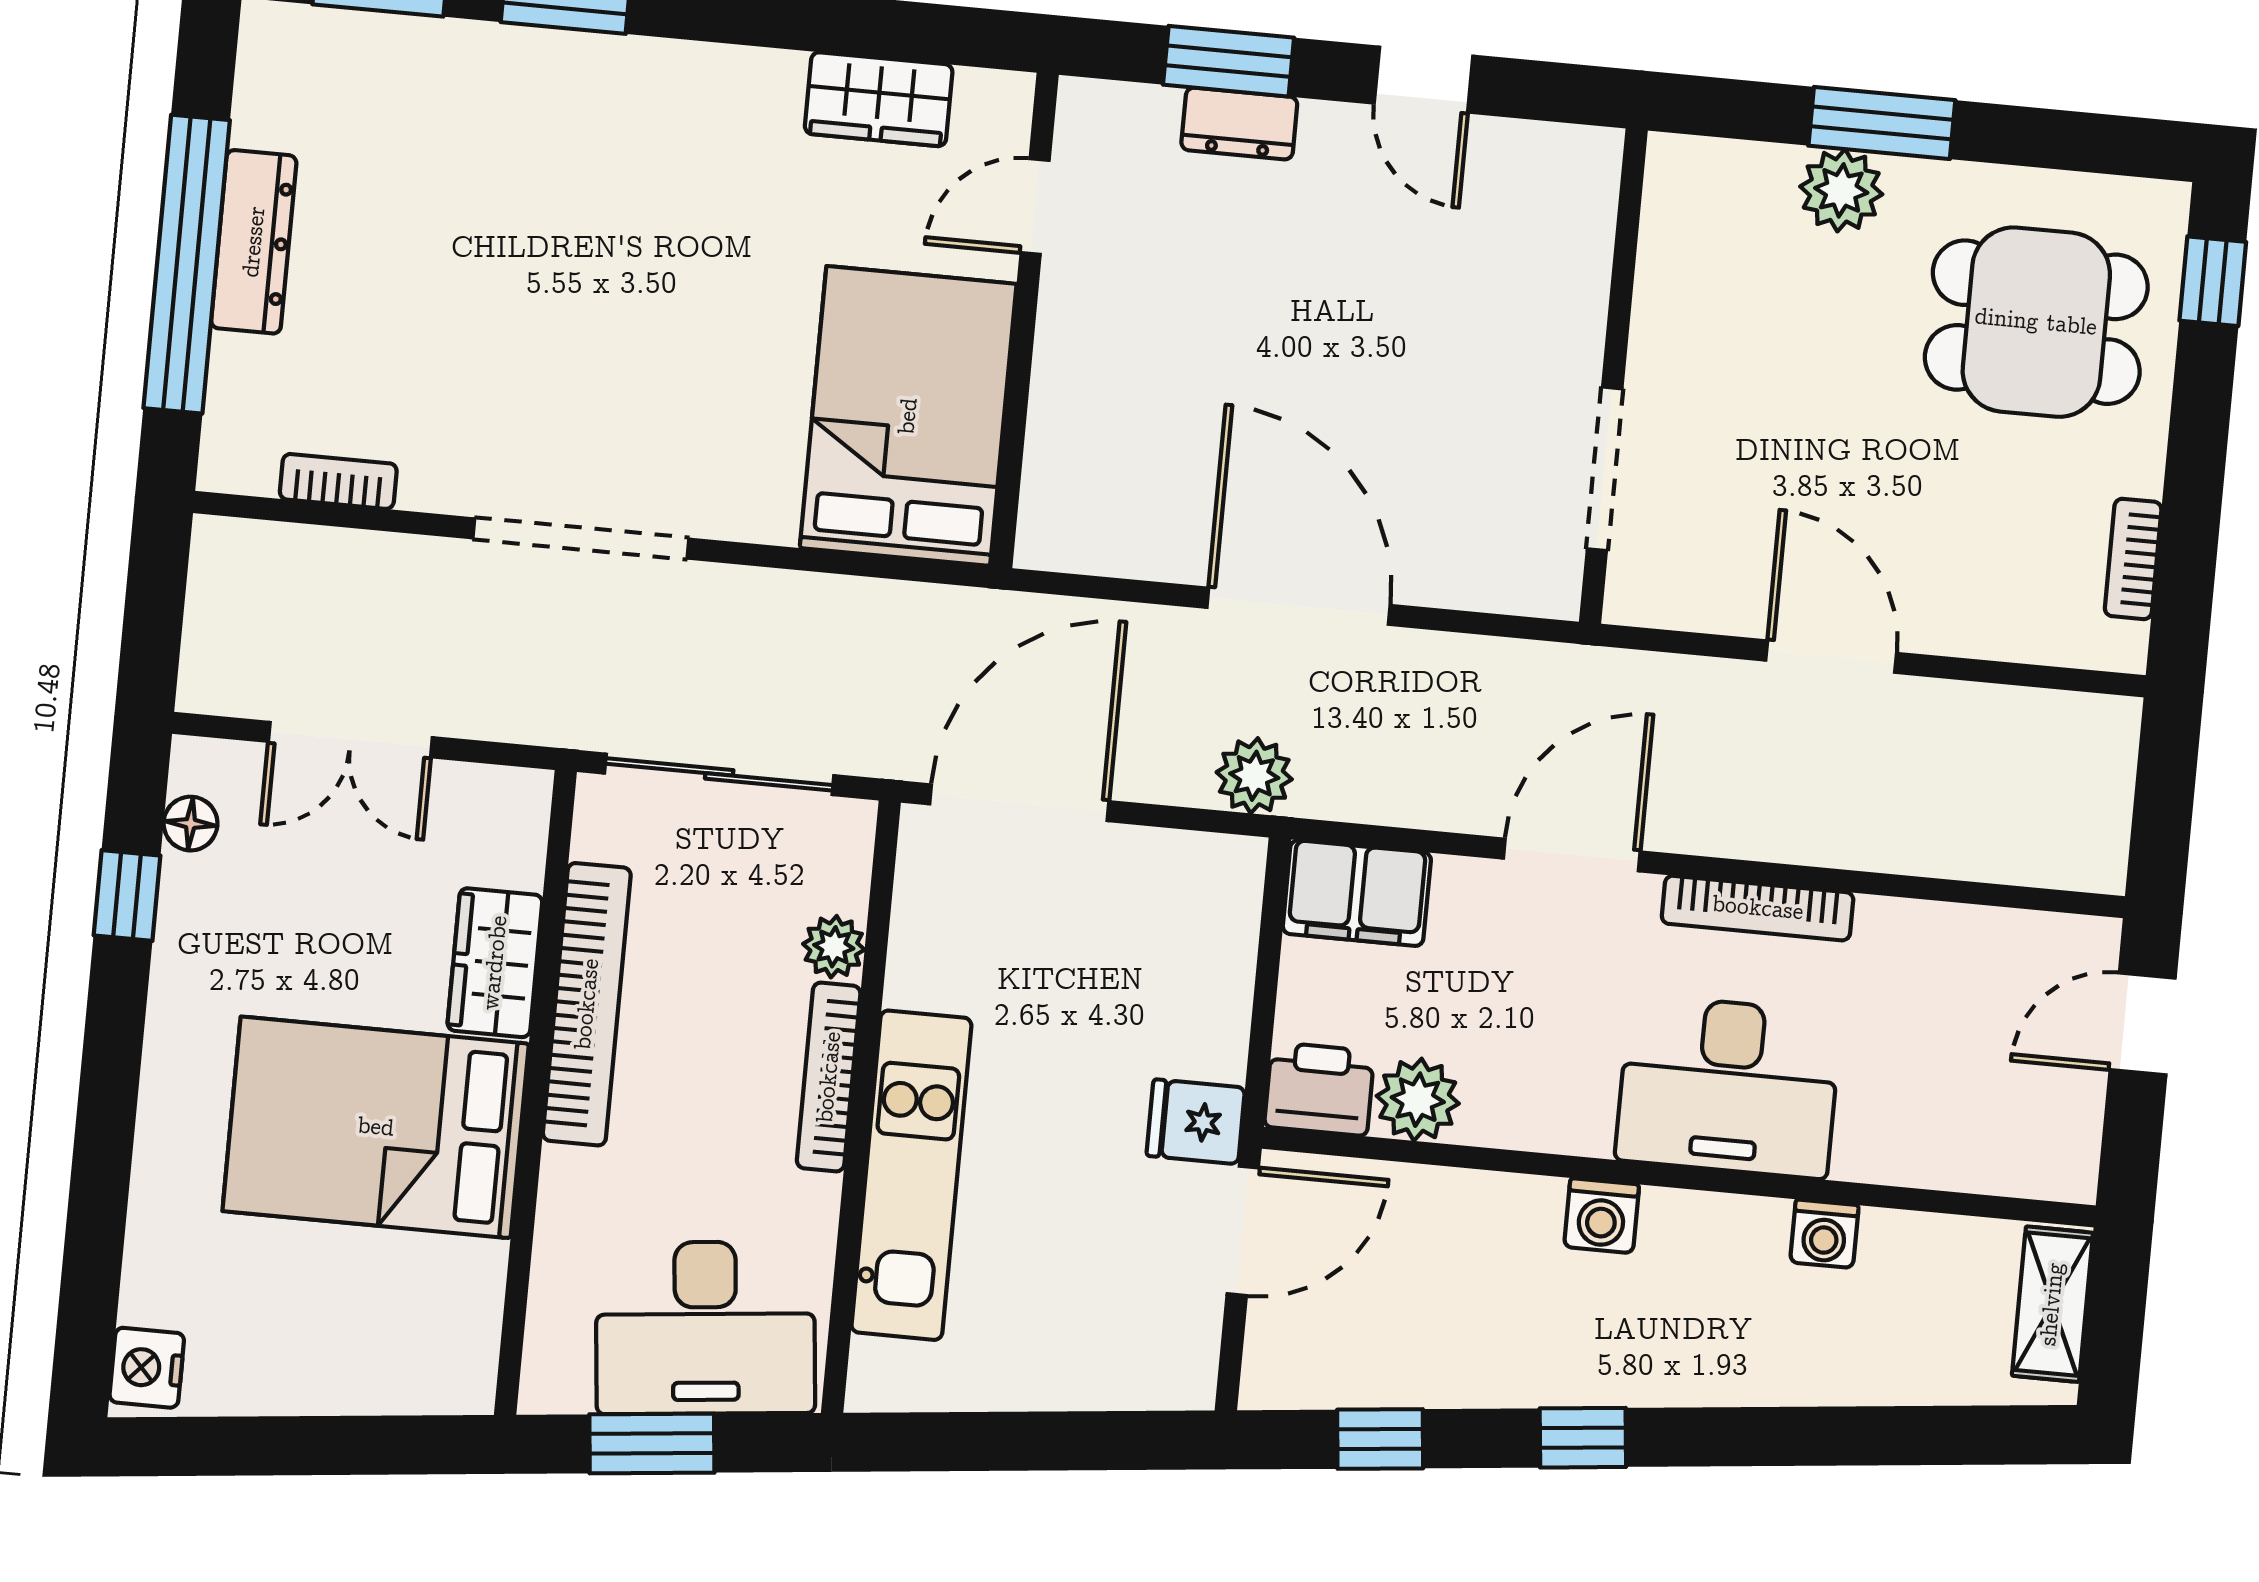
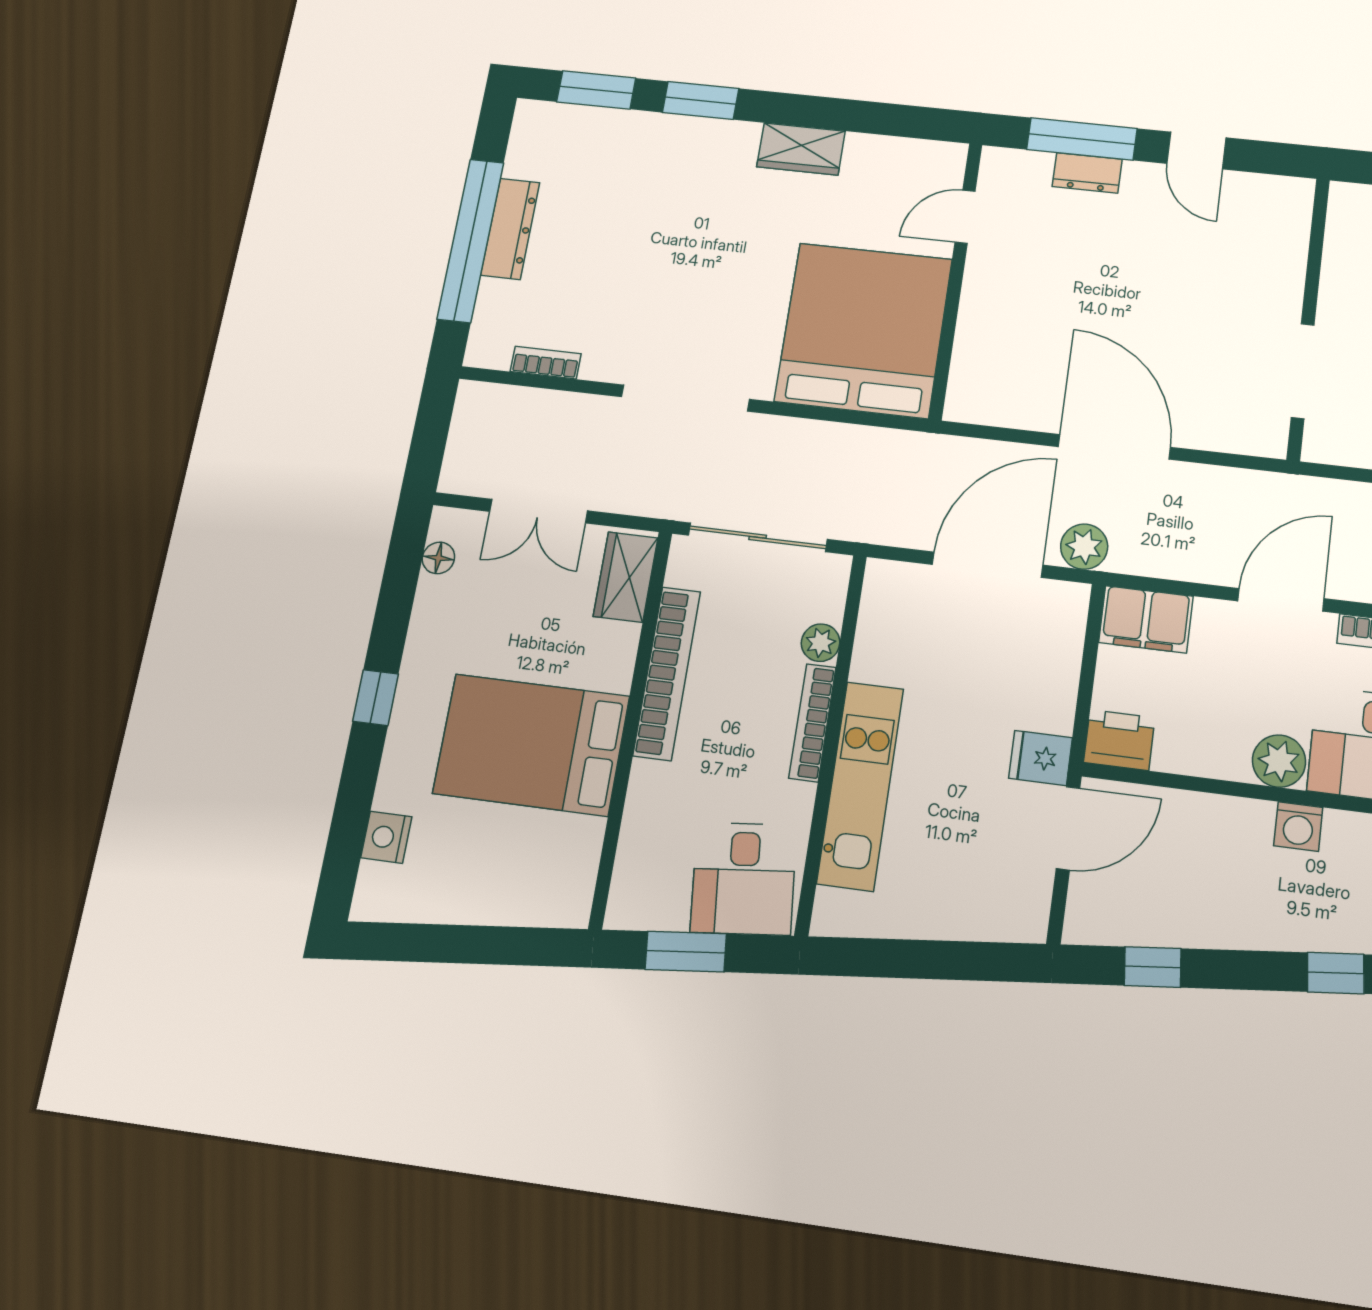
window: (1229, 61) -> (1082, 139), width x1.44
wardrobe: (879, 99) -> (801, 149), moved
bed: (908, 416) -> (864, 330), width x1.36
door: (1019, 803) -> (988, 565), moved
window: (127, 895) -> (376, 698), moved
wardrobe: (495, 963) -> (626, 577), moved
plant: (1418, 1100) -> (1279, 761), moved
desk: (705, 1328) -> (744, 879), width x0.73
nightstand: (147, 1368) -> (386, 837), moved
window: (1583, 1438) -> (1336, 973), moved

